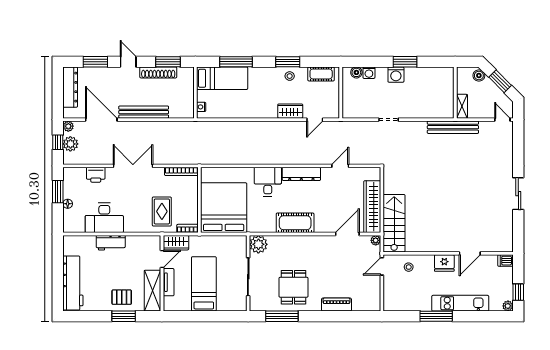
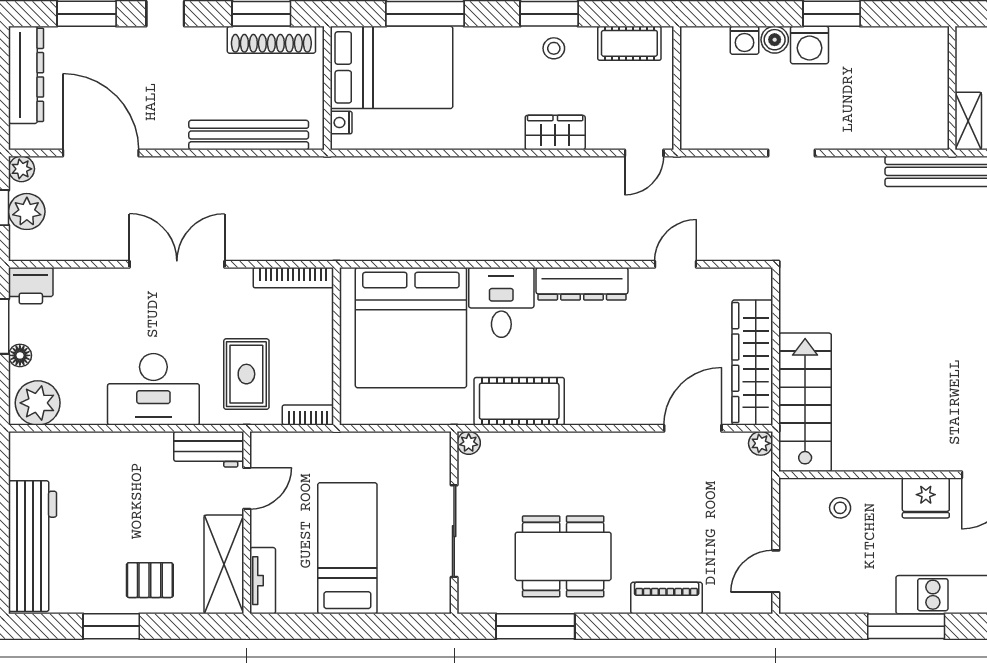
shoe rack: (158, 72) -> (271, 40), moved
boiler: (356, 72) -> (775, 40), moved
bed: (222, 78) -> (391, 67), width x1.50
bench: (144, 112) -> (249, 135), moved
door: (315, 120) -> (644, 153), moved
printer: (96, 175) -> (31, 286), moved
bed: (224, 208) -> (411, 328), moved, turned 180
desk: (104, 218) -> (153, 389), moved
plant: (75, 223) -> (38, 403), added
cot: (295, 223) -> (519, 401), moved
workbench: (111, 243) -> (209, 449), moved
wardrobe: (176, 243) -> (280, 449), removed
plant: (258, 244) -> (469, 443), width x0.53, depth x0.53
door: (382, 266) -> (776, 571), moved
tv unit: (169, 282) -> (263, 581), moved
dining table: (294, 287) -> (563, 556), width x1.37
window: (124, 316) -> (111, 626), moved

